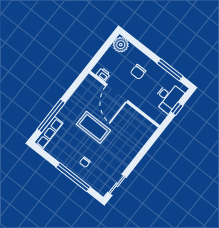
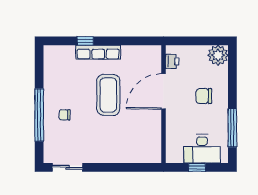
window: (51, 116) -> (85, 41), width x0.32
row of seats: (49, 133) -> (98, 52), moved

